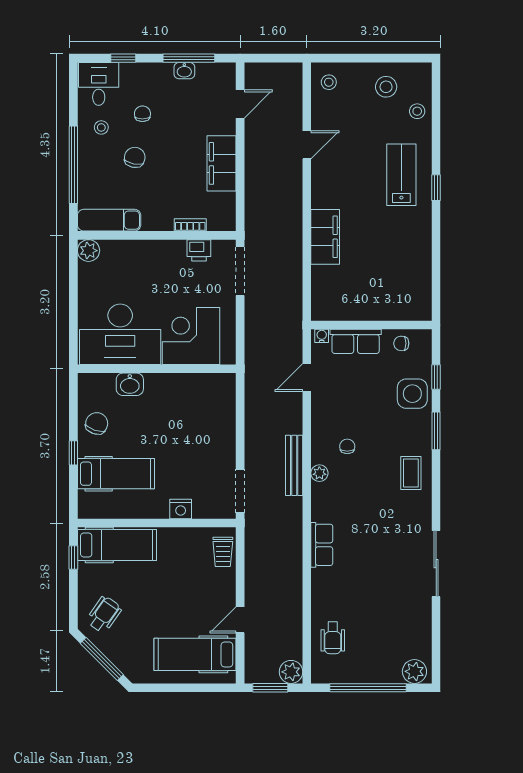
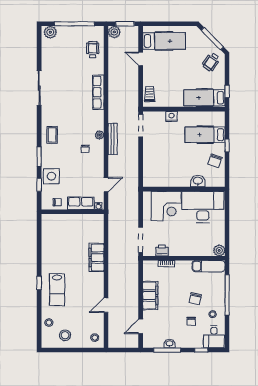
row of seats: (322, 545) -> (98, 92), width x1.48
door: (240, 620) -> (141, 59), swing flipped

